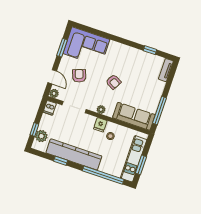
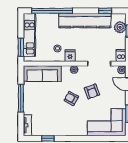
armchair: (79, 76) -> (92, 91), moved
window: (159, 111) -> (21, 98), moved
window: (61, 161) -> (105, 11), moved
window: (141, 165) -> (21, 47), moved

